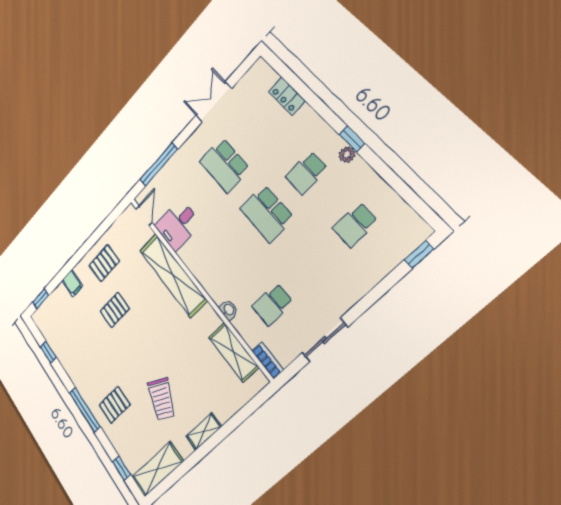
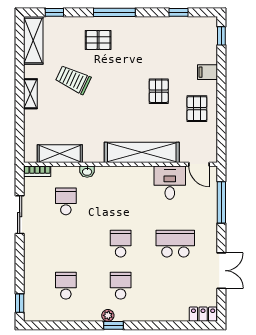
locker: (287, 96) -> (203, 314), moved
school desk: (267, 213) -> (121, 244), width x0.54
pallet: (115, 405) -> (98, 40), turned 90

